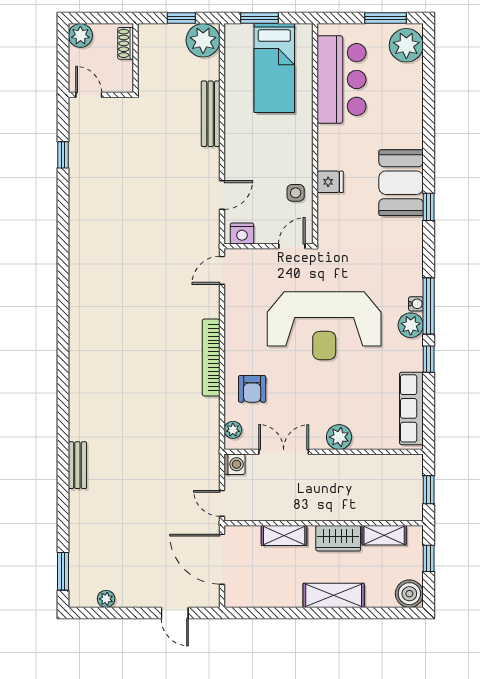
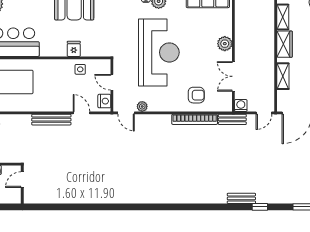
door: (89, 95) -> (22, 180), moved
bench: (211, 114) -> (51, 120), moved
window: (63, 155) -> (260, 207), moved
door: (292, 246) -> (112, 82), moved
bookcase: (211, 358) -> (195, 119), moved
plant: (233, 430) -> (142, 106), moved
bench: (211, 450) -> (232, 119), added

